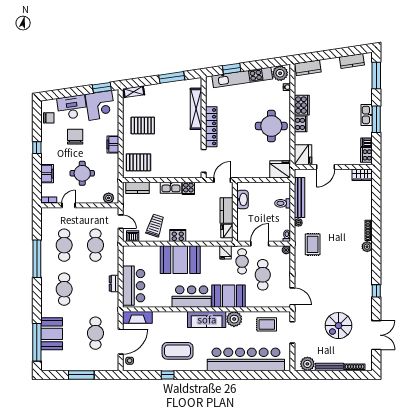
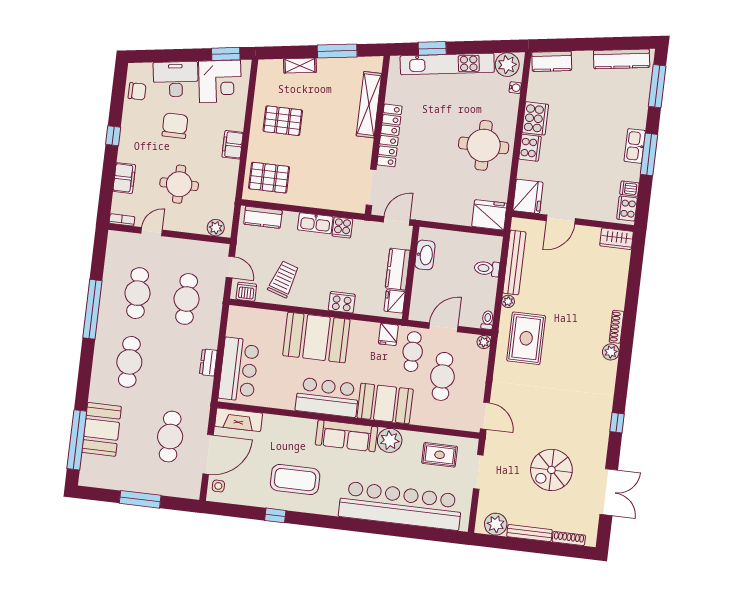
kitchen counter: (352, 61) -> (622, 59), width x1.50
shelving: (134, 92) -> (300, 66), moved
cooker: (178, 236) -> (342, 302), moved
rug: (313, 244) -> (526, 338), width x1.36, depth x1.43

